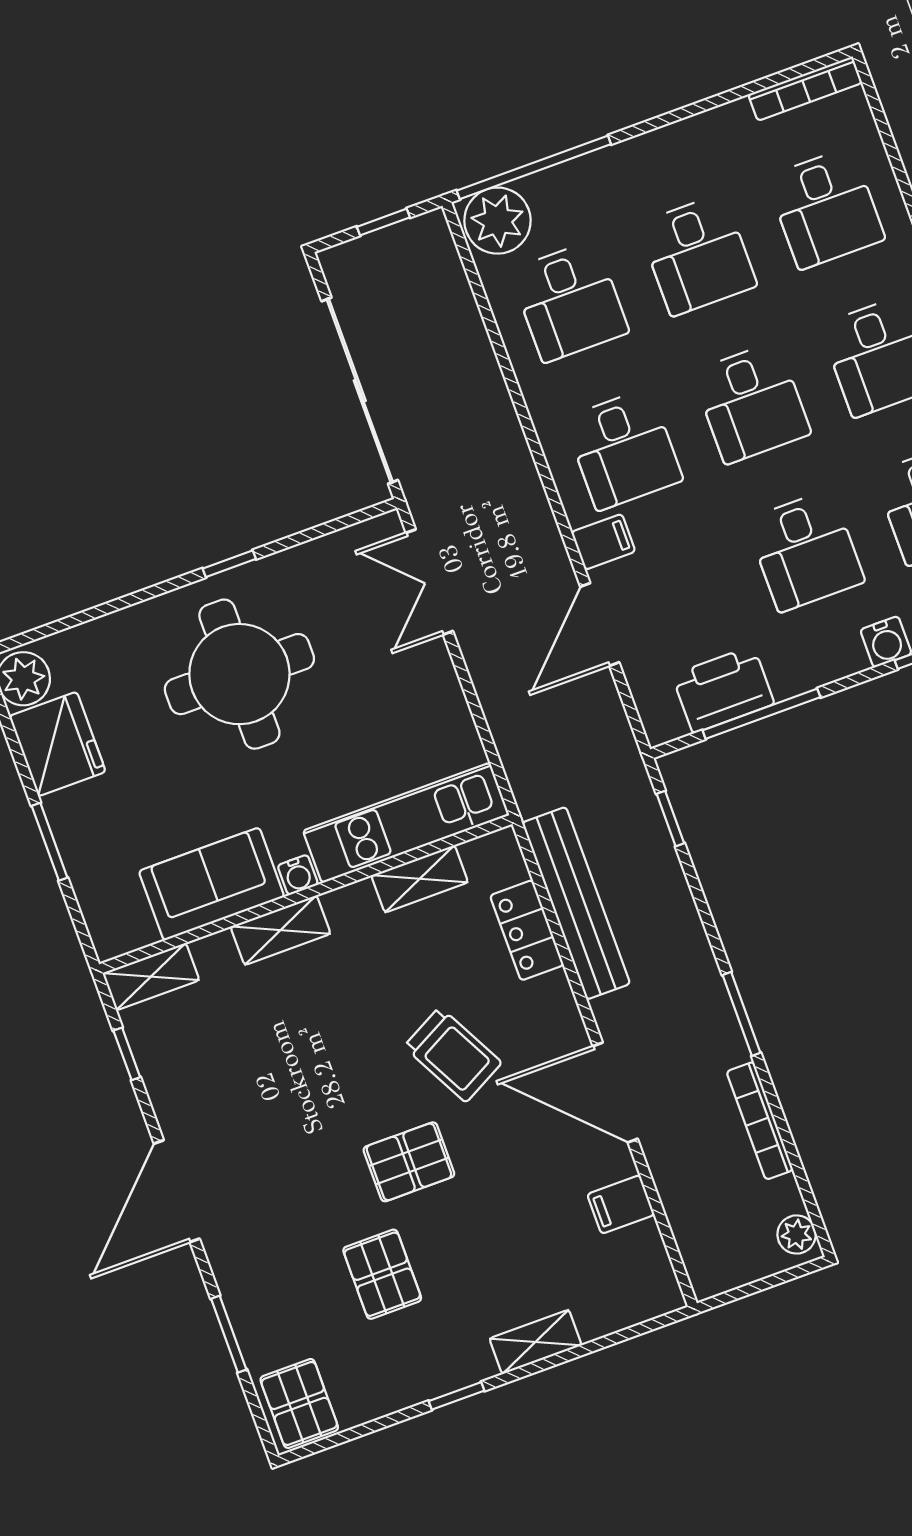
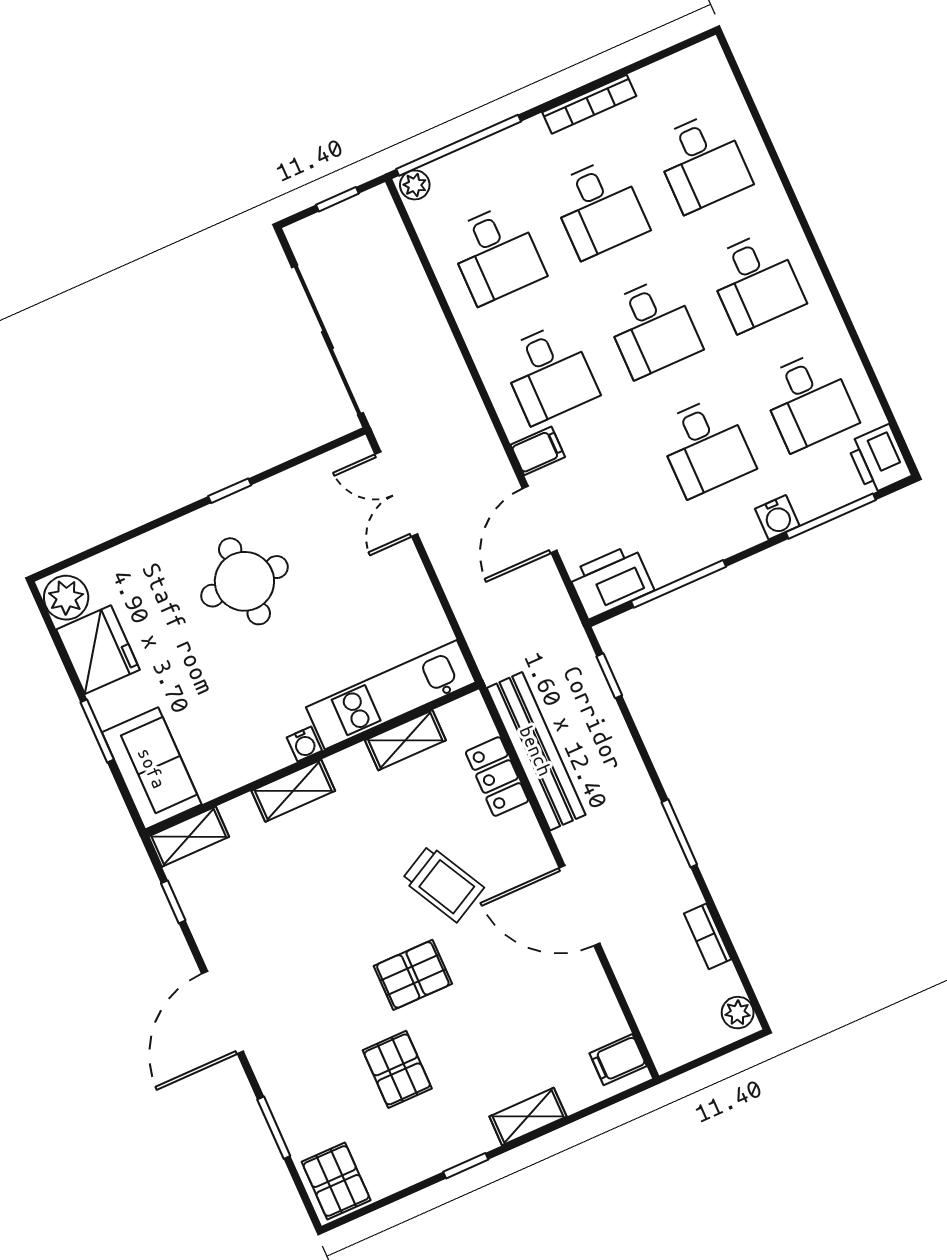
bookcase: (805, 89) -> (589, 104), moved
plant: (497, 221) -> (415, 185), width x0.53, depth x0.53
round table: (239, 674) -> (244, 581), width x0.73, depth x0.73
printer: (723, 689) -> (611, 581), moved
sofa: (212, 884) -> (152, 768), moved, turned 90
bookcase: (760, 1121) -> (708, 936), width x0.64
filing cabinet: (621, 1204) -> (618, 1060), moved

